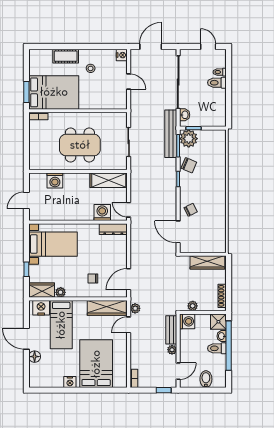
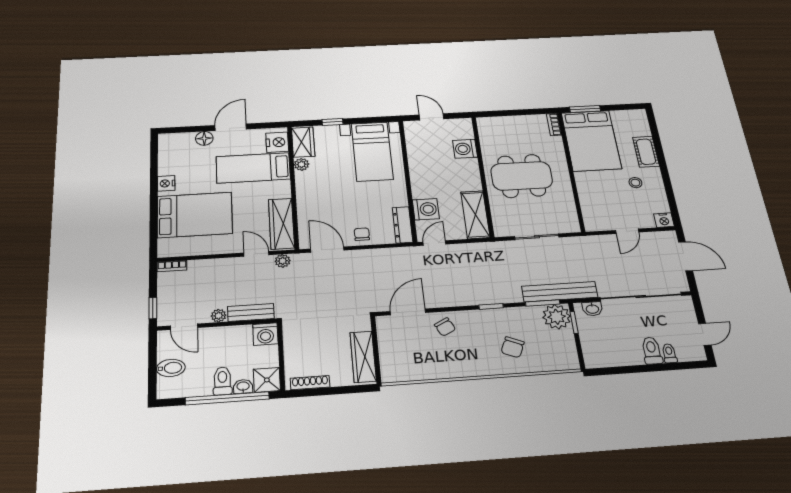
dining table: (80, 145) -> (522, 176), turned 90
chair: (189, 165) -> (513, 347), moved
chair: (93, 279) -> (362, 234), moved
plant: (193, 306) -> (291, 340), removed

